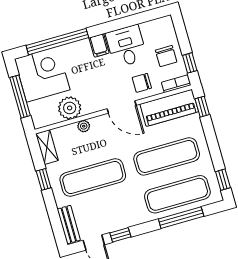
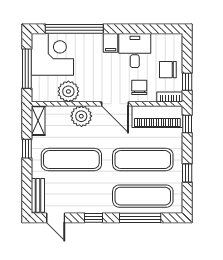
chair: (166, 56) -> (168, 70), turned 90
chair: (142, 83) -> (139, 87), turned 90
plant: (84, 126) -> (81, 116), width x1.87, depth x1.87
window: (223, 180) -> (187, 173), moved
window: (120, 235) -> (94, 218), moved

